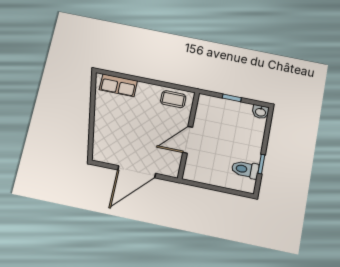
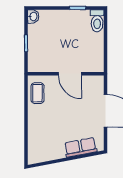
row of seats: (118, 85) -> (81, 147), moved, turned -101
toilet: (245, 169) -> (97, 21), moved

